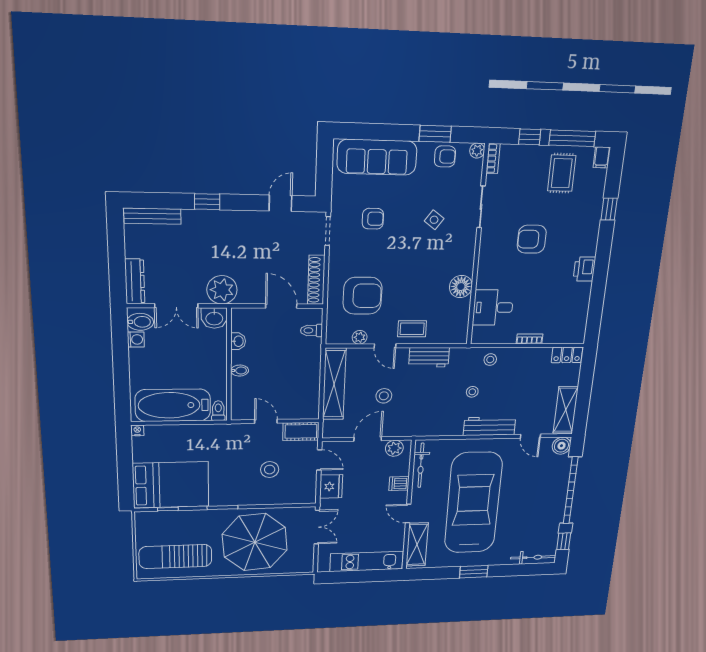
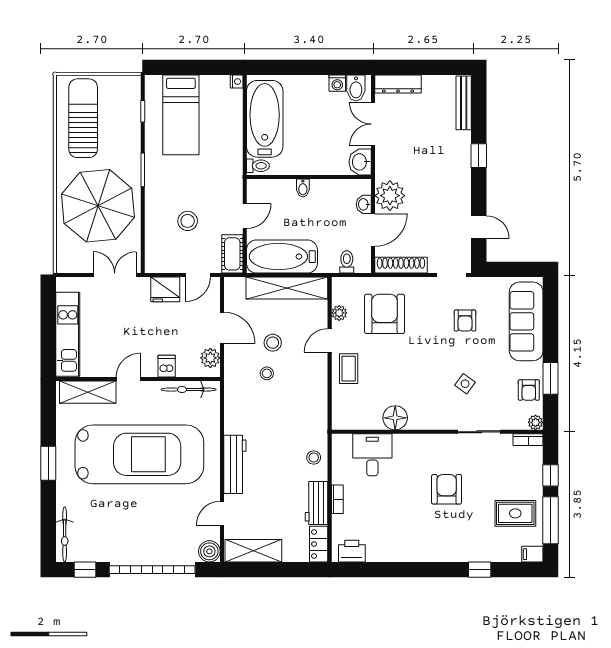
printer: (584, 269) -> (352, 551), moved
plant: (222, 290) -> (390, 196), moved
armchair: (363, 296) -> (385, 314), turned 180
washbasin: (238, 341) -> (364, 204), moved, turned 90
workbench: (429, 357) -> (317, 503), moved
bathtub: (305, 389) -> (282, 257), added
stool: (472, 392) -> (267, 373), moved
bed: (171, 485) -> (181, 115), width x0.67
double door: (317, 527) -> (115, 275), swing flipped

